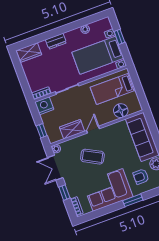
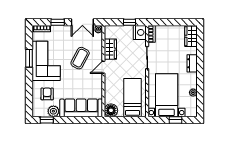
floor lamp: (121, 111) -> (111, 110), moved
door: (93, 130) -> (103, 67), swing flipped
window: (42, 131) -> (129, 22), moved
double door: (55, 168) -> (82, 22), swing flipped
window: (133, 200) -> (29, 58), moved

